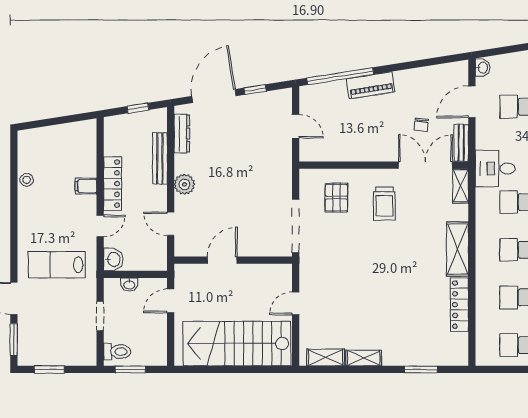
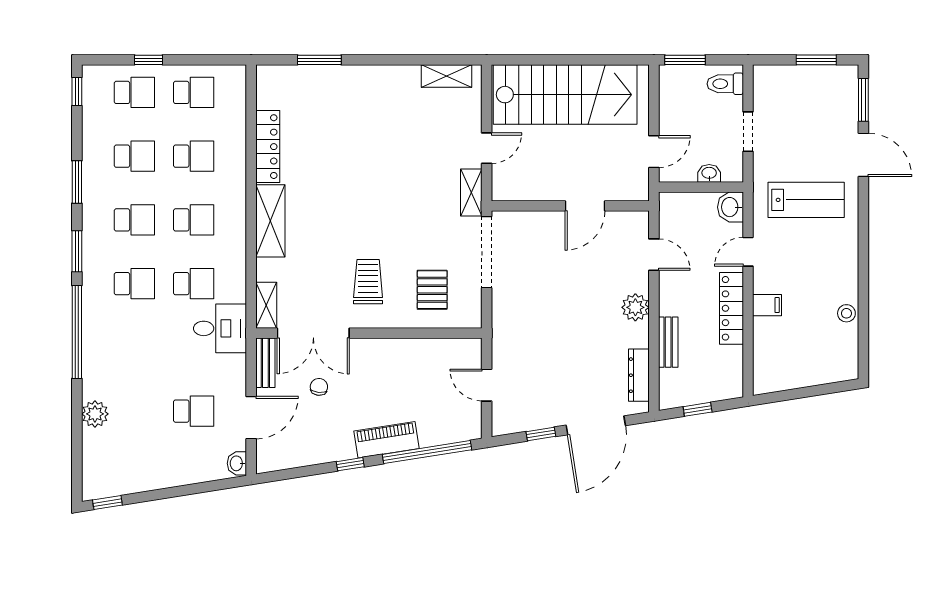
window: (398, 67) -> (350, 464), added
bench: (160, 158) -> (668, 342), width x0.73
shelving: (364, 358) -> (471, 193), moved, turned 90
window: (130, 369) -> (685, 60), moved

